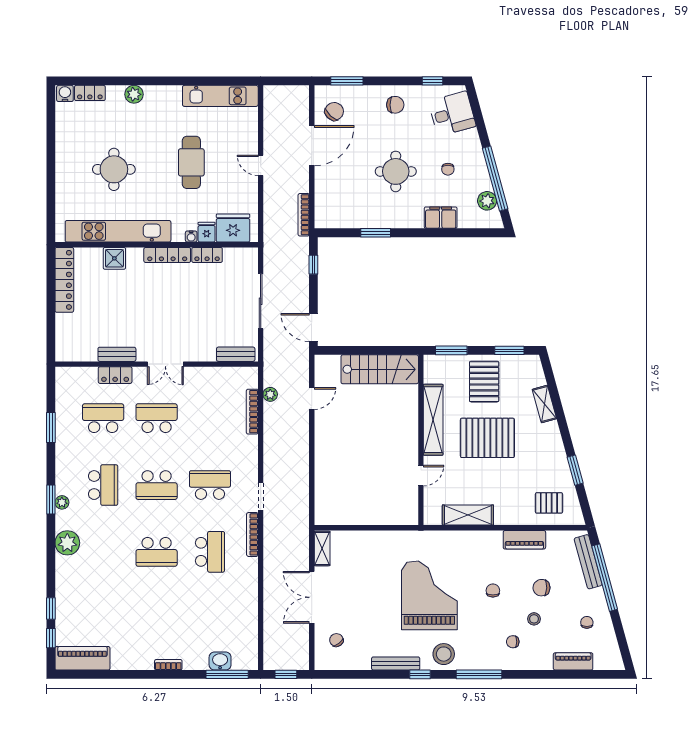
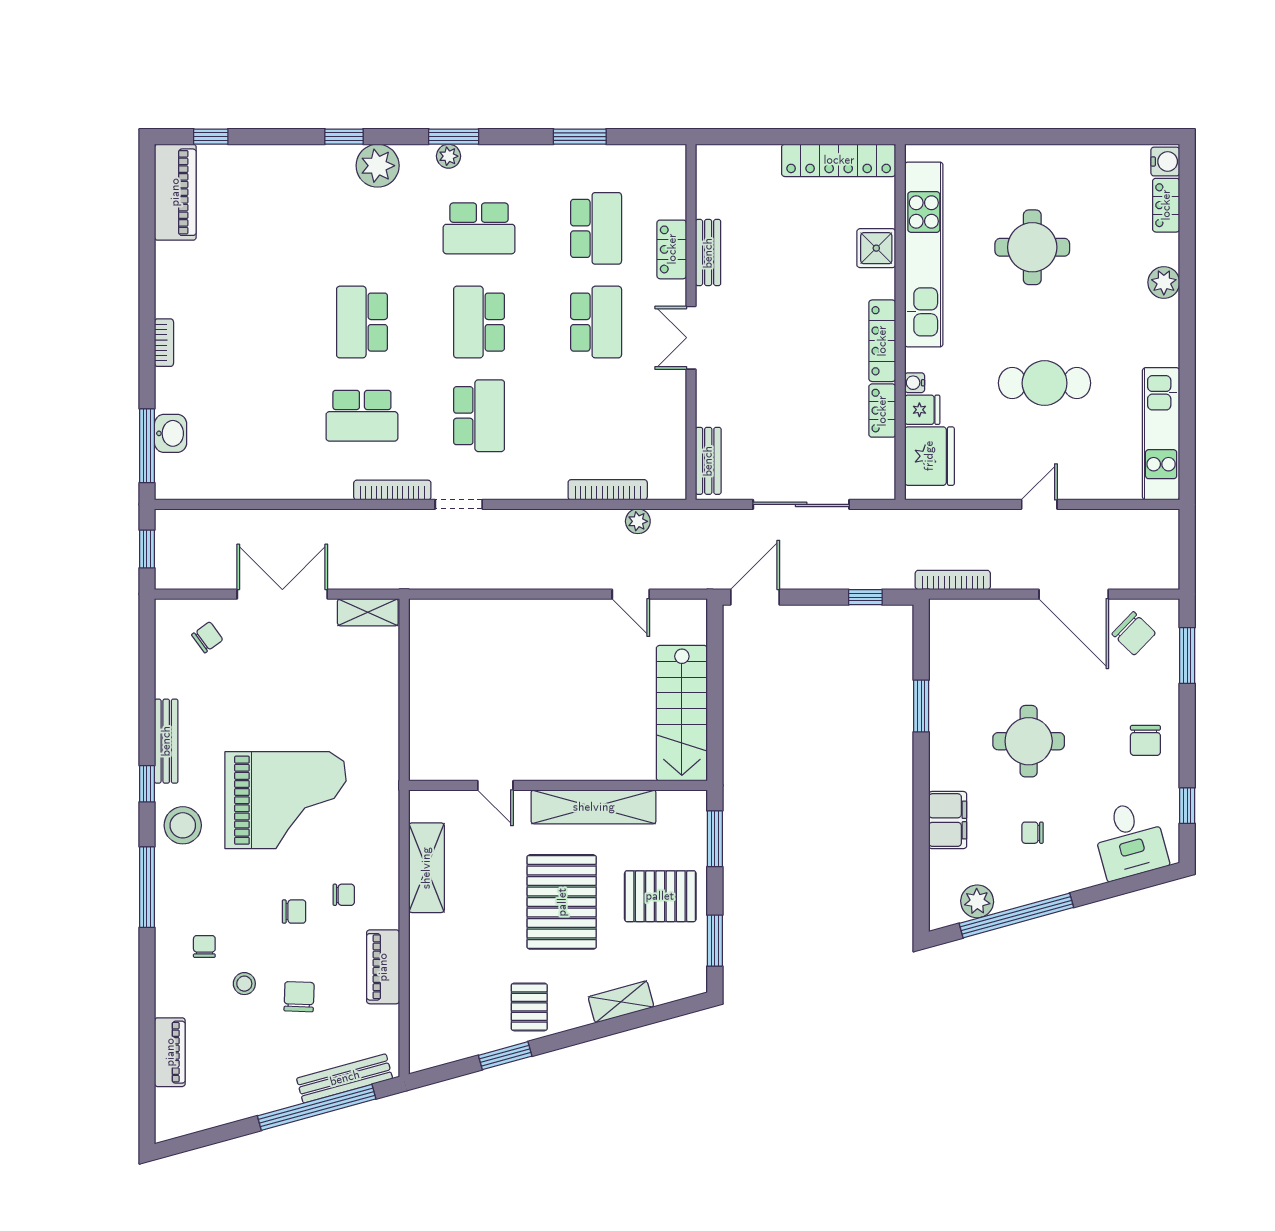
pallet: (549, 503) -> (529, 1007), moved
window: (51, 608) -> (344, 137), moved
chair: (587, 622) -> (344, 895), moved

